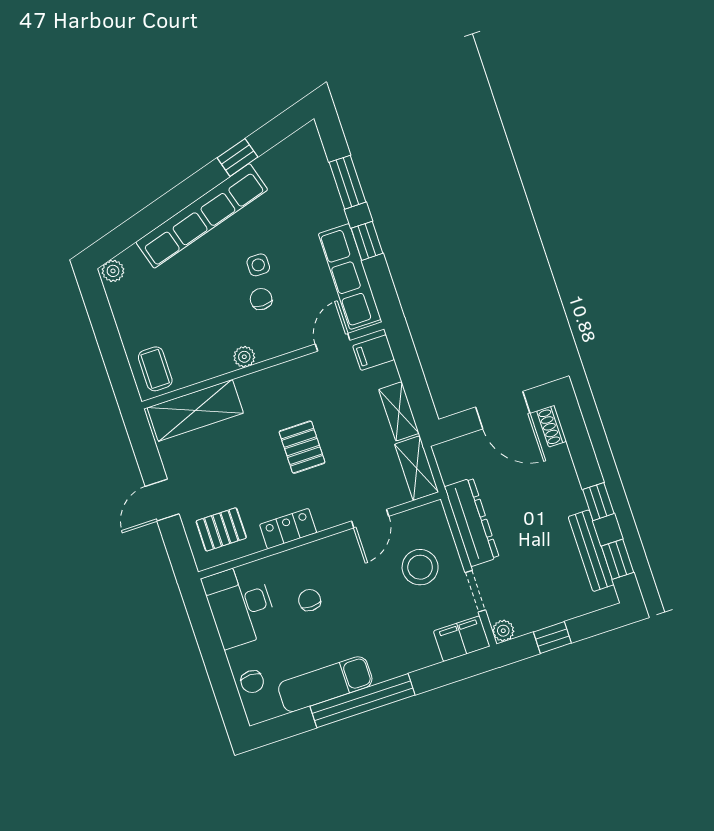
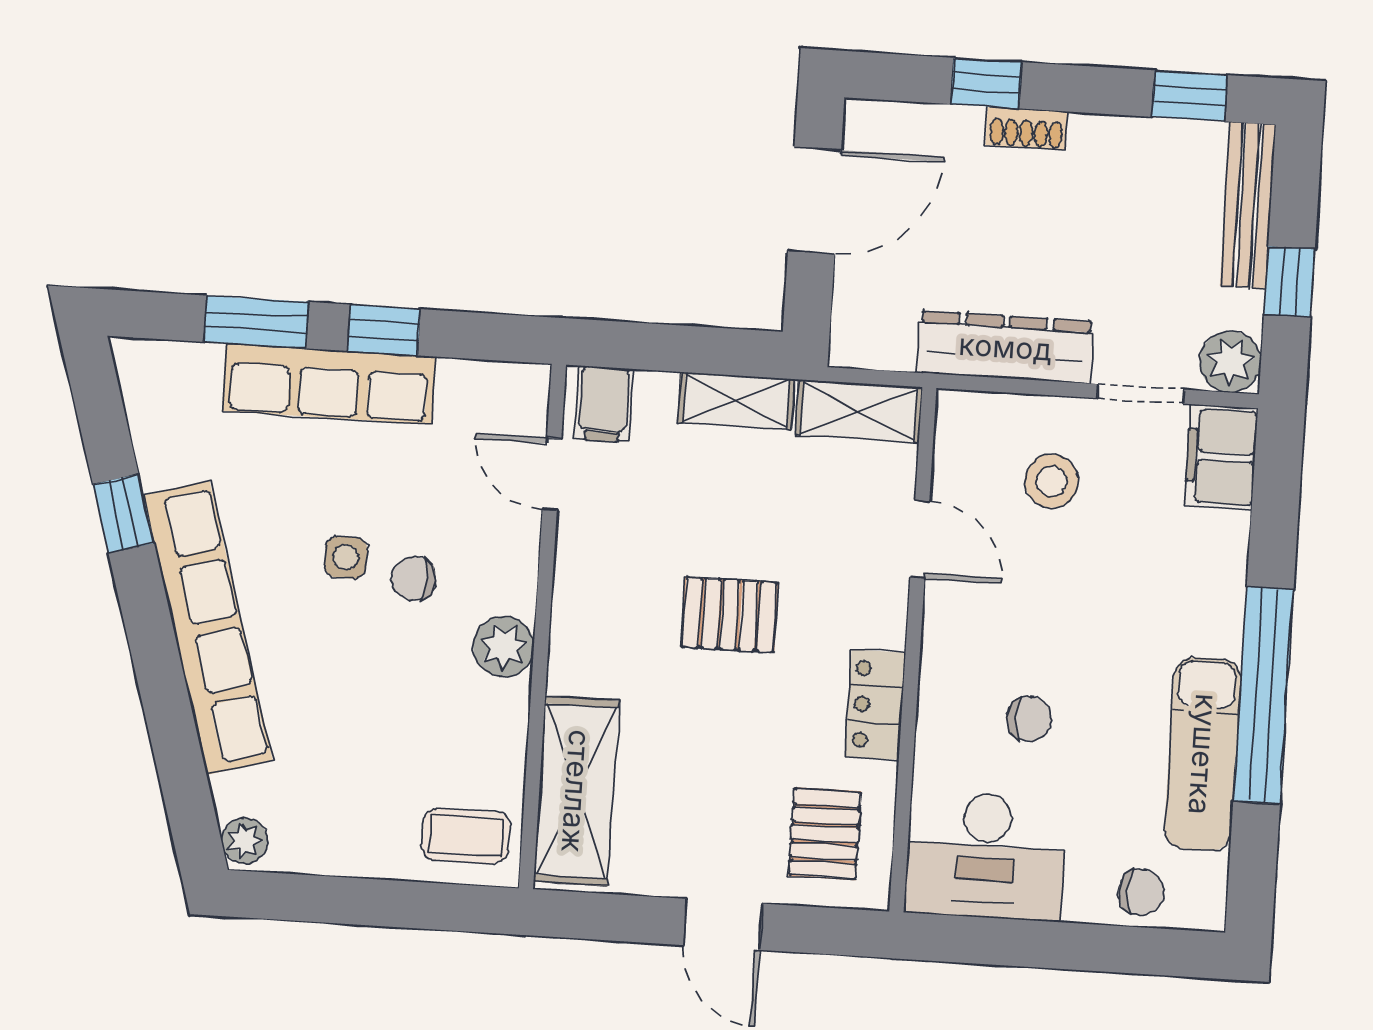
row of seats: (350, 276) -> (329, 384), moved
plant: (244, 357) -> (504, 647), width x1.38, depth x1.38
shoe rack: (552, 426) -> (1026, 128), moved
window: (598, 502) -> (986, 83), moved
bench: (591, 551) -> (1248, 205), moved, turned 90
stool: (420, 567) -> (1052, 481), width x0.73, depth x0.73
chair: (310, 600) -> (1029, 719), turned 180
plant: (503, 631) -> (1230, 362), width x1.38, depth x1.38

